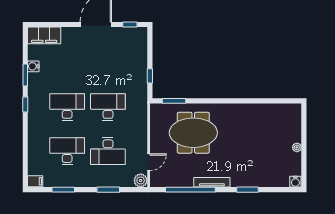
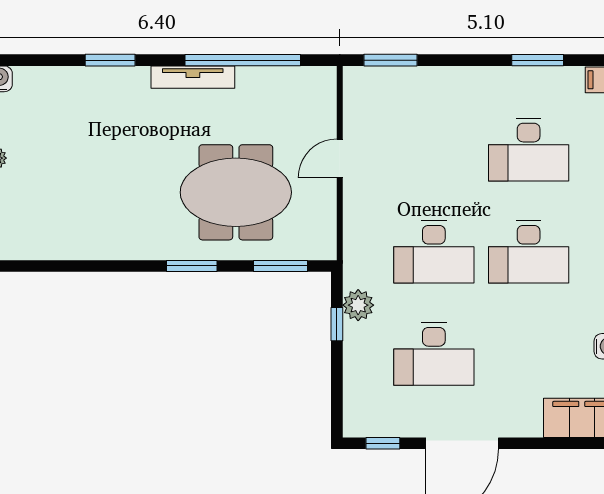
window: (212, 101) -> (192, 266), added
desk: (108, 151) -> (434, 354), moved, turned 180
door: (149, 162) -> (340, 158), moved
plant: (141, 180) -> (358, 305), moved
window: (108, 190) -> (390, 60), moved

